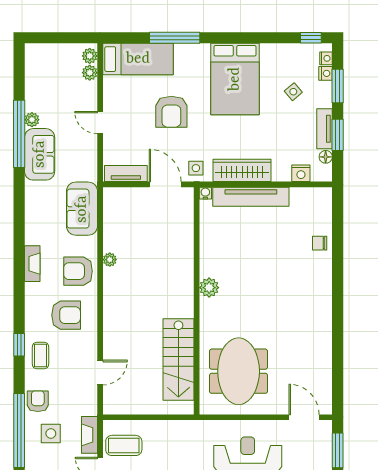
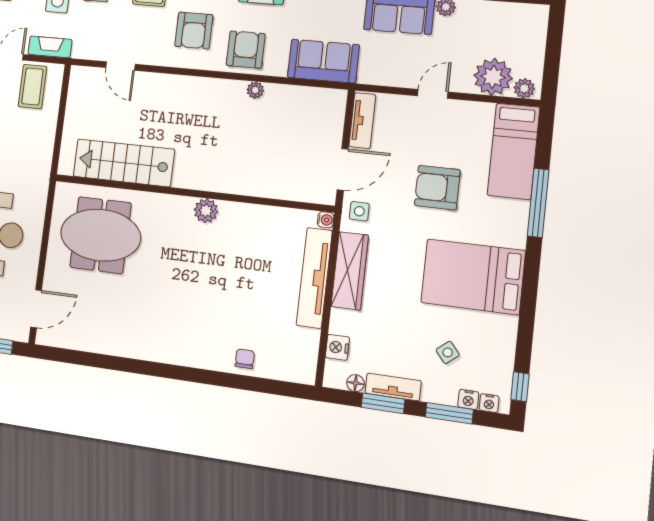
plant: (90, 73) -> (493, 77), width x1.88, depth x1.88

